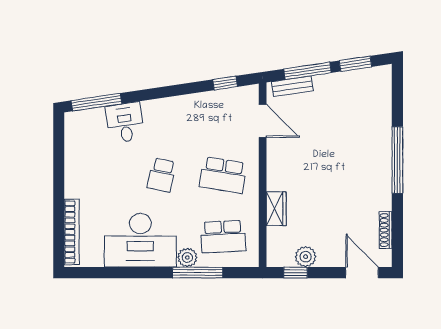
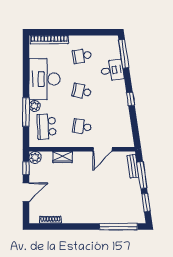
window: (225, 83) -> (130, 99), moved
door: (263, 121) -> (103, 149), moved
window: (397, 160) -> (118, 227), moved
school desk: (100, 175) -> (82, 56), added
school desk: (223, 175) -> (82, 127), width x0.54
plant: (306, 257) -> (35, 157), moved
door: (362, 273) -> (26, 192), moved

